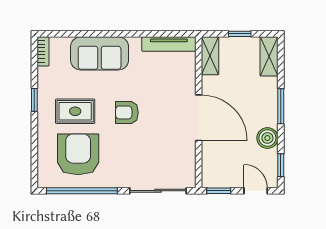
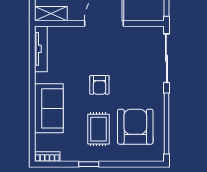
armchair: (78, 154) -> (135, 127), turned 90

